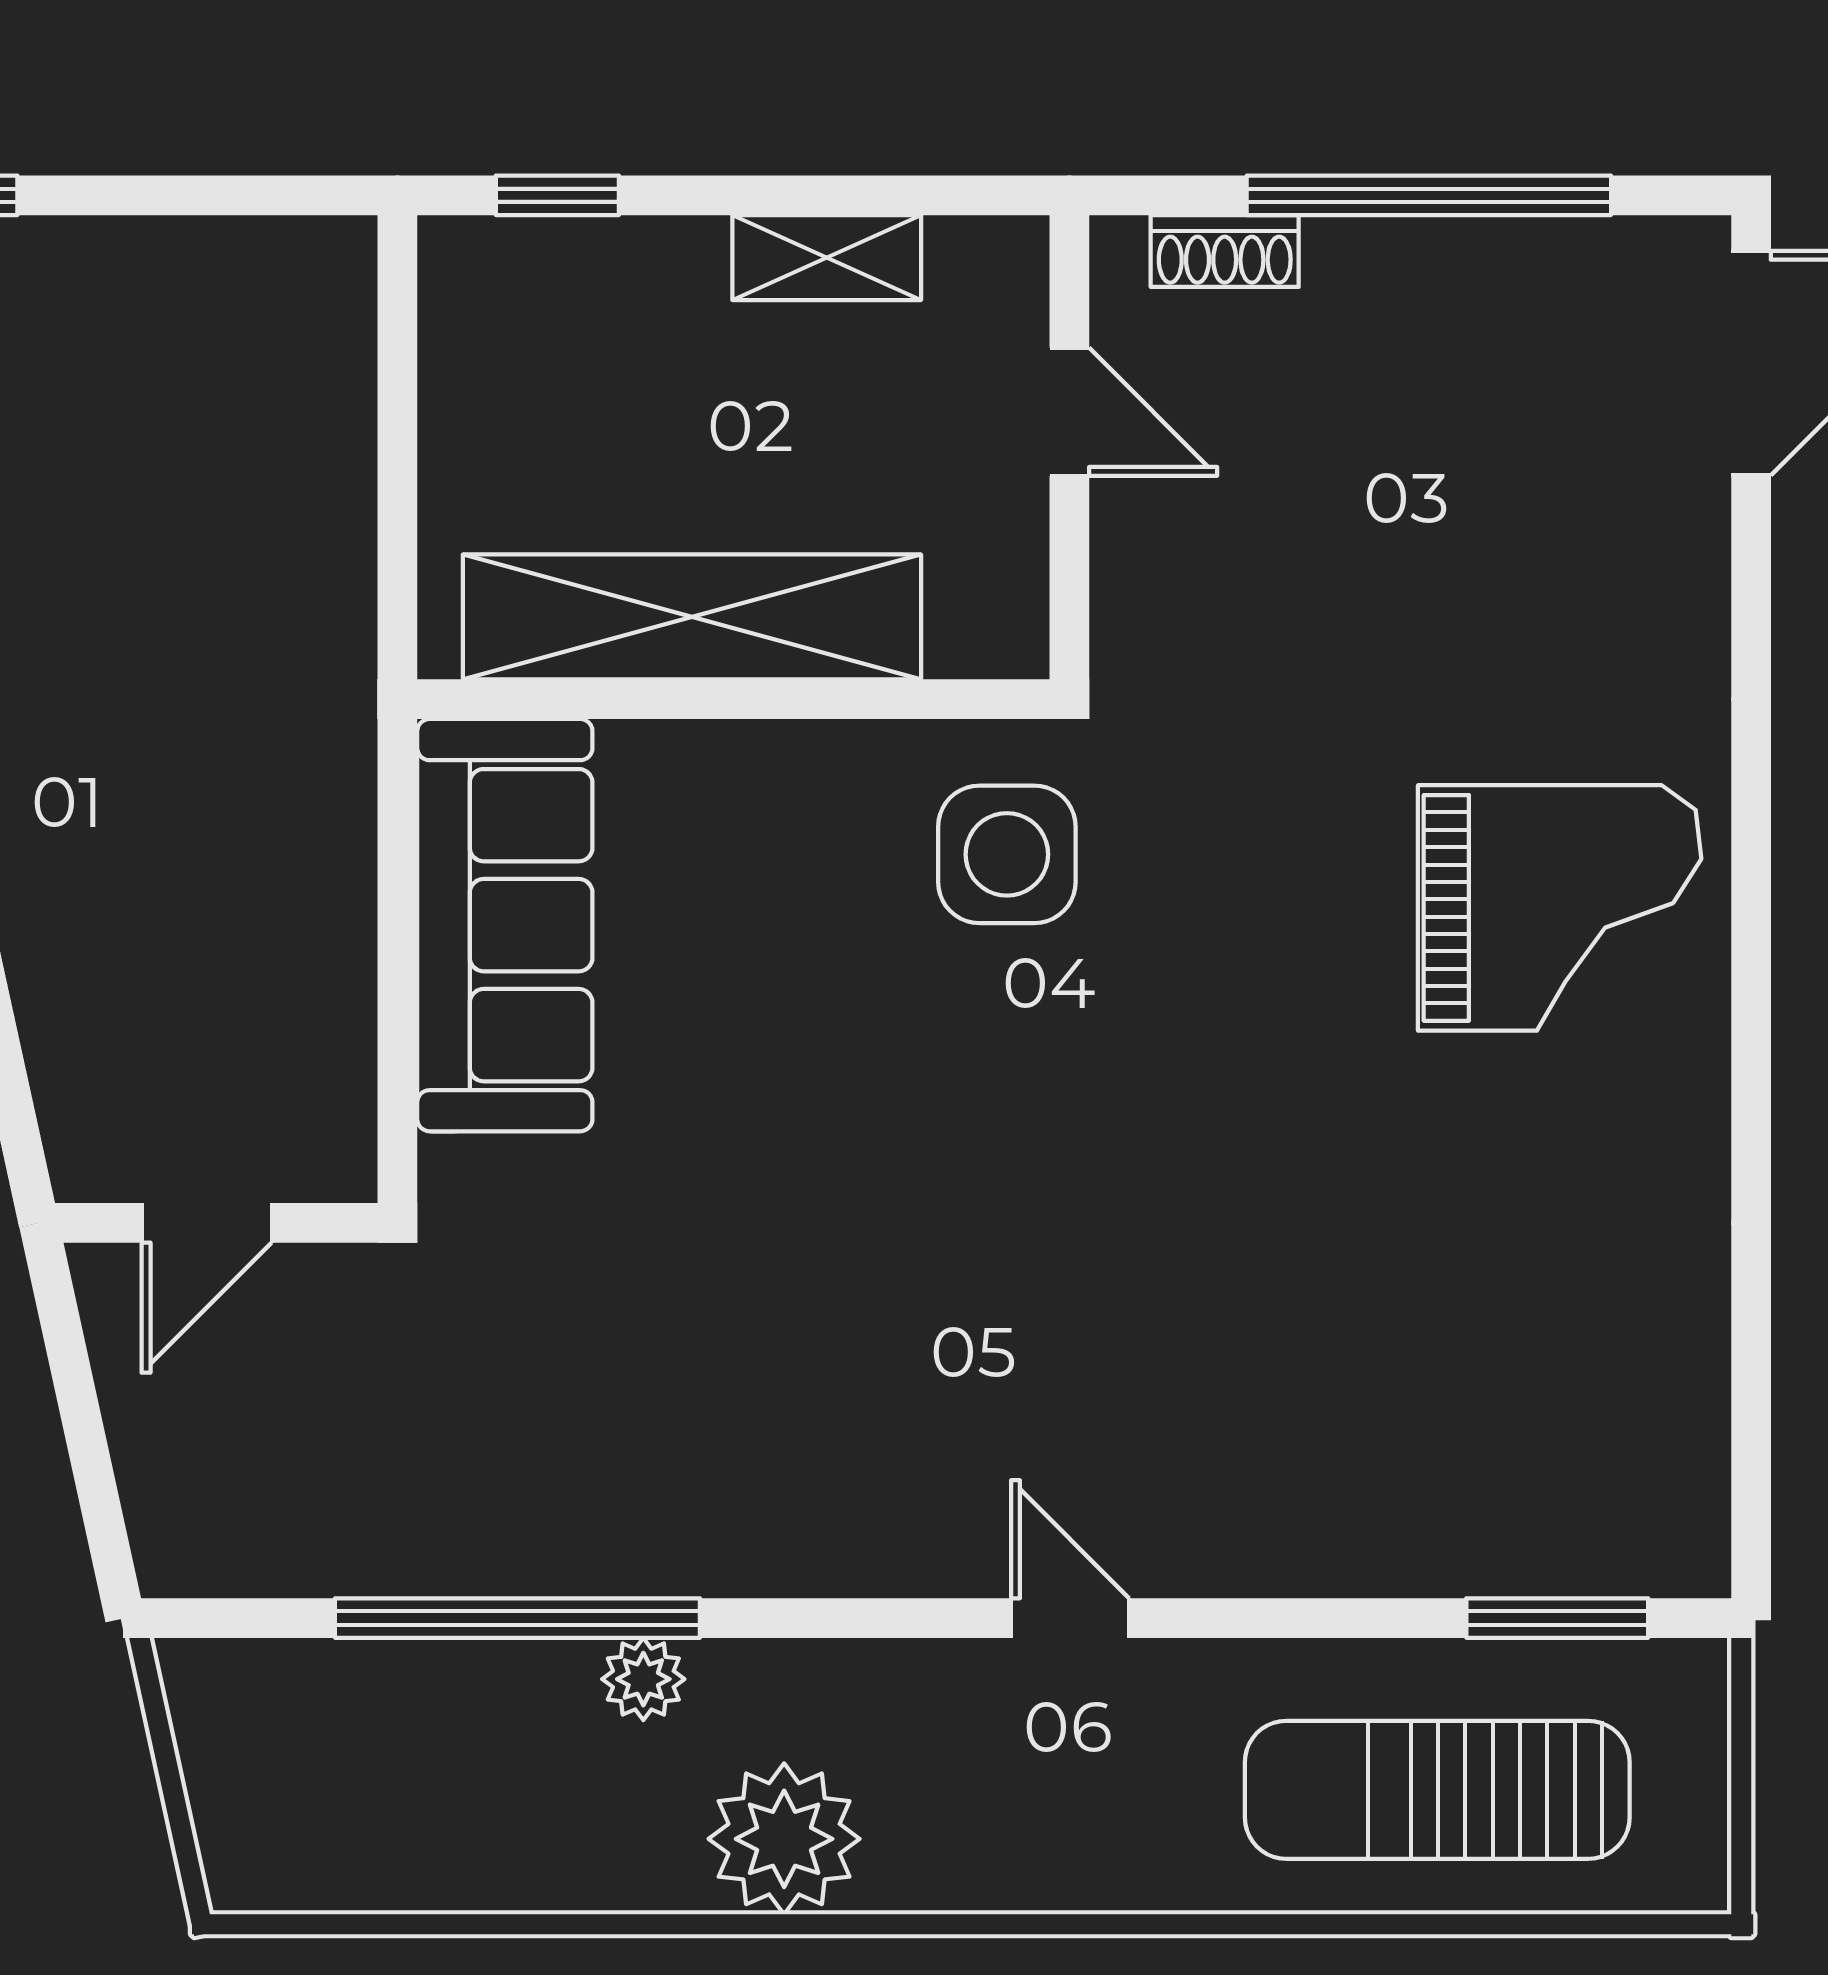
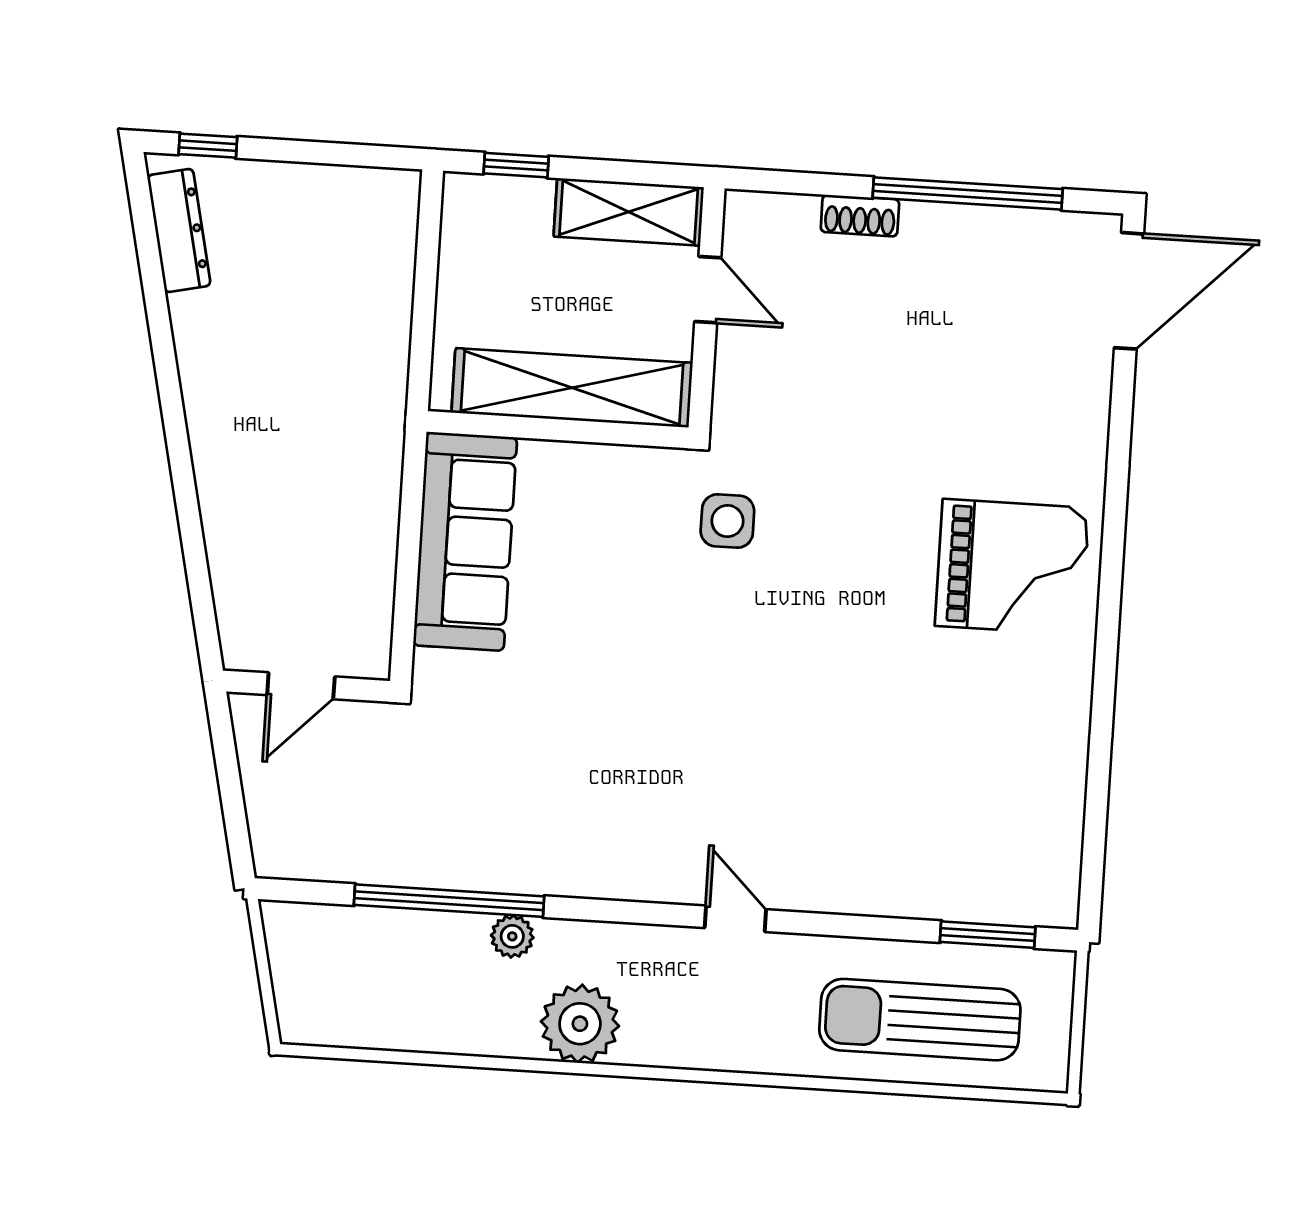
shelving: (827, 258) -> (629, 212), width x1.50, depth x1.33
door: (1069, 412) -> (708, 290), moved
wall: (1069, 447) -> (707, 308), moved
side table: (1007, 854) -> (727, 521), width x0.73, depth x0.73

